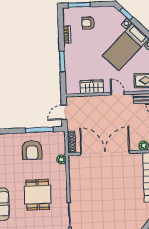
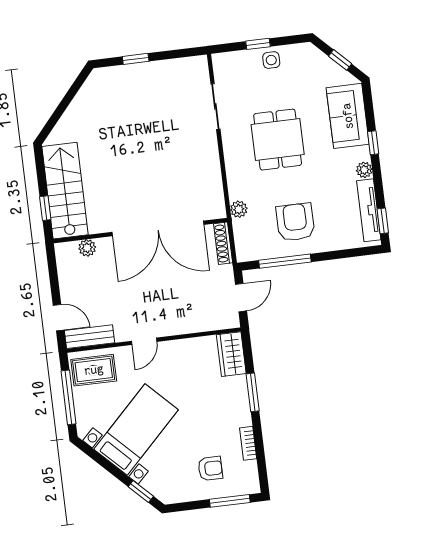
wardrobe: (92, 87) -> (231, 354), moved, turned 90
door: (118, 93) -> (144, 341), hinge flipped

